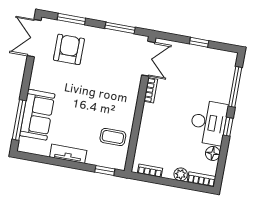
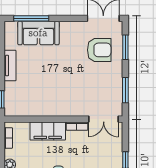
filing cabinet: (150, 124) -> (48, 131), added
coffee table: (113, 137) -> (31, 101), removed

